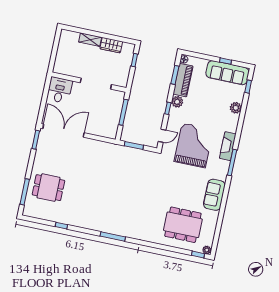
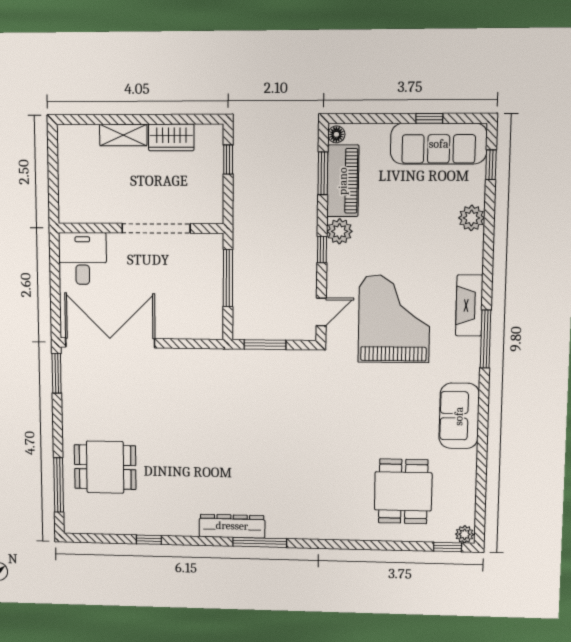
dining table: (183, 225) -> (403, 491), width x0.73
dresser: (102, 226) -> (232, 526), added

